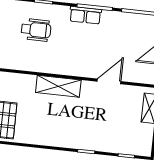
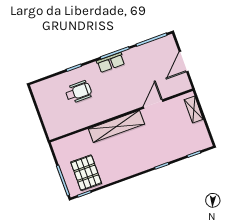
shelving: (58, 86) -> (116, 126), width x1.47

